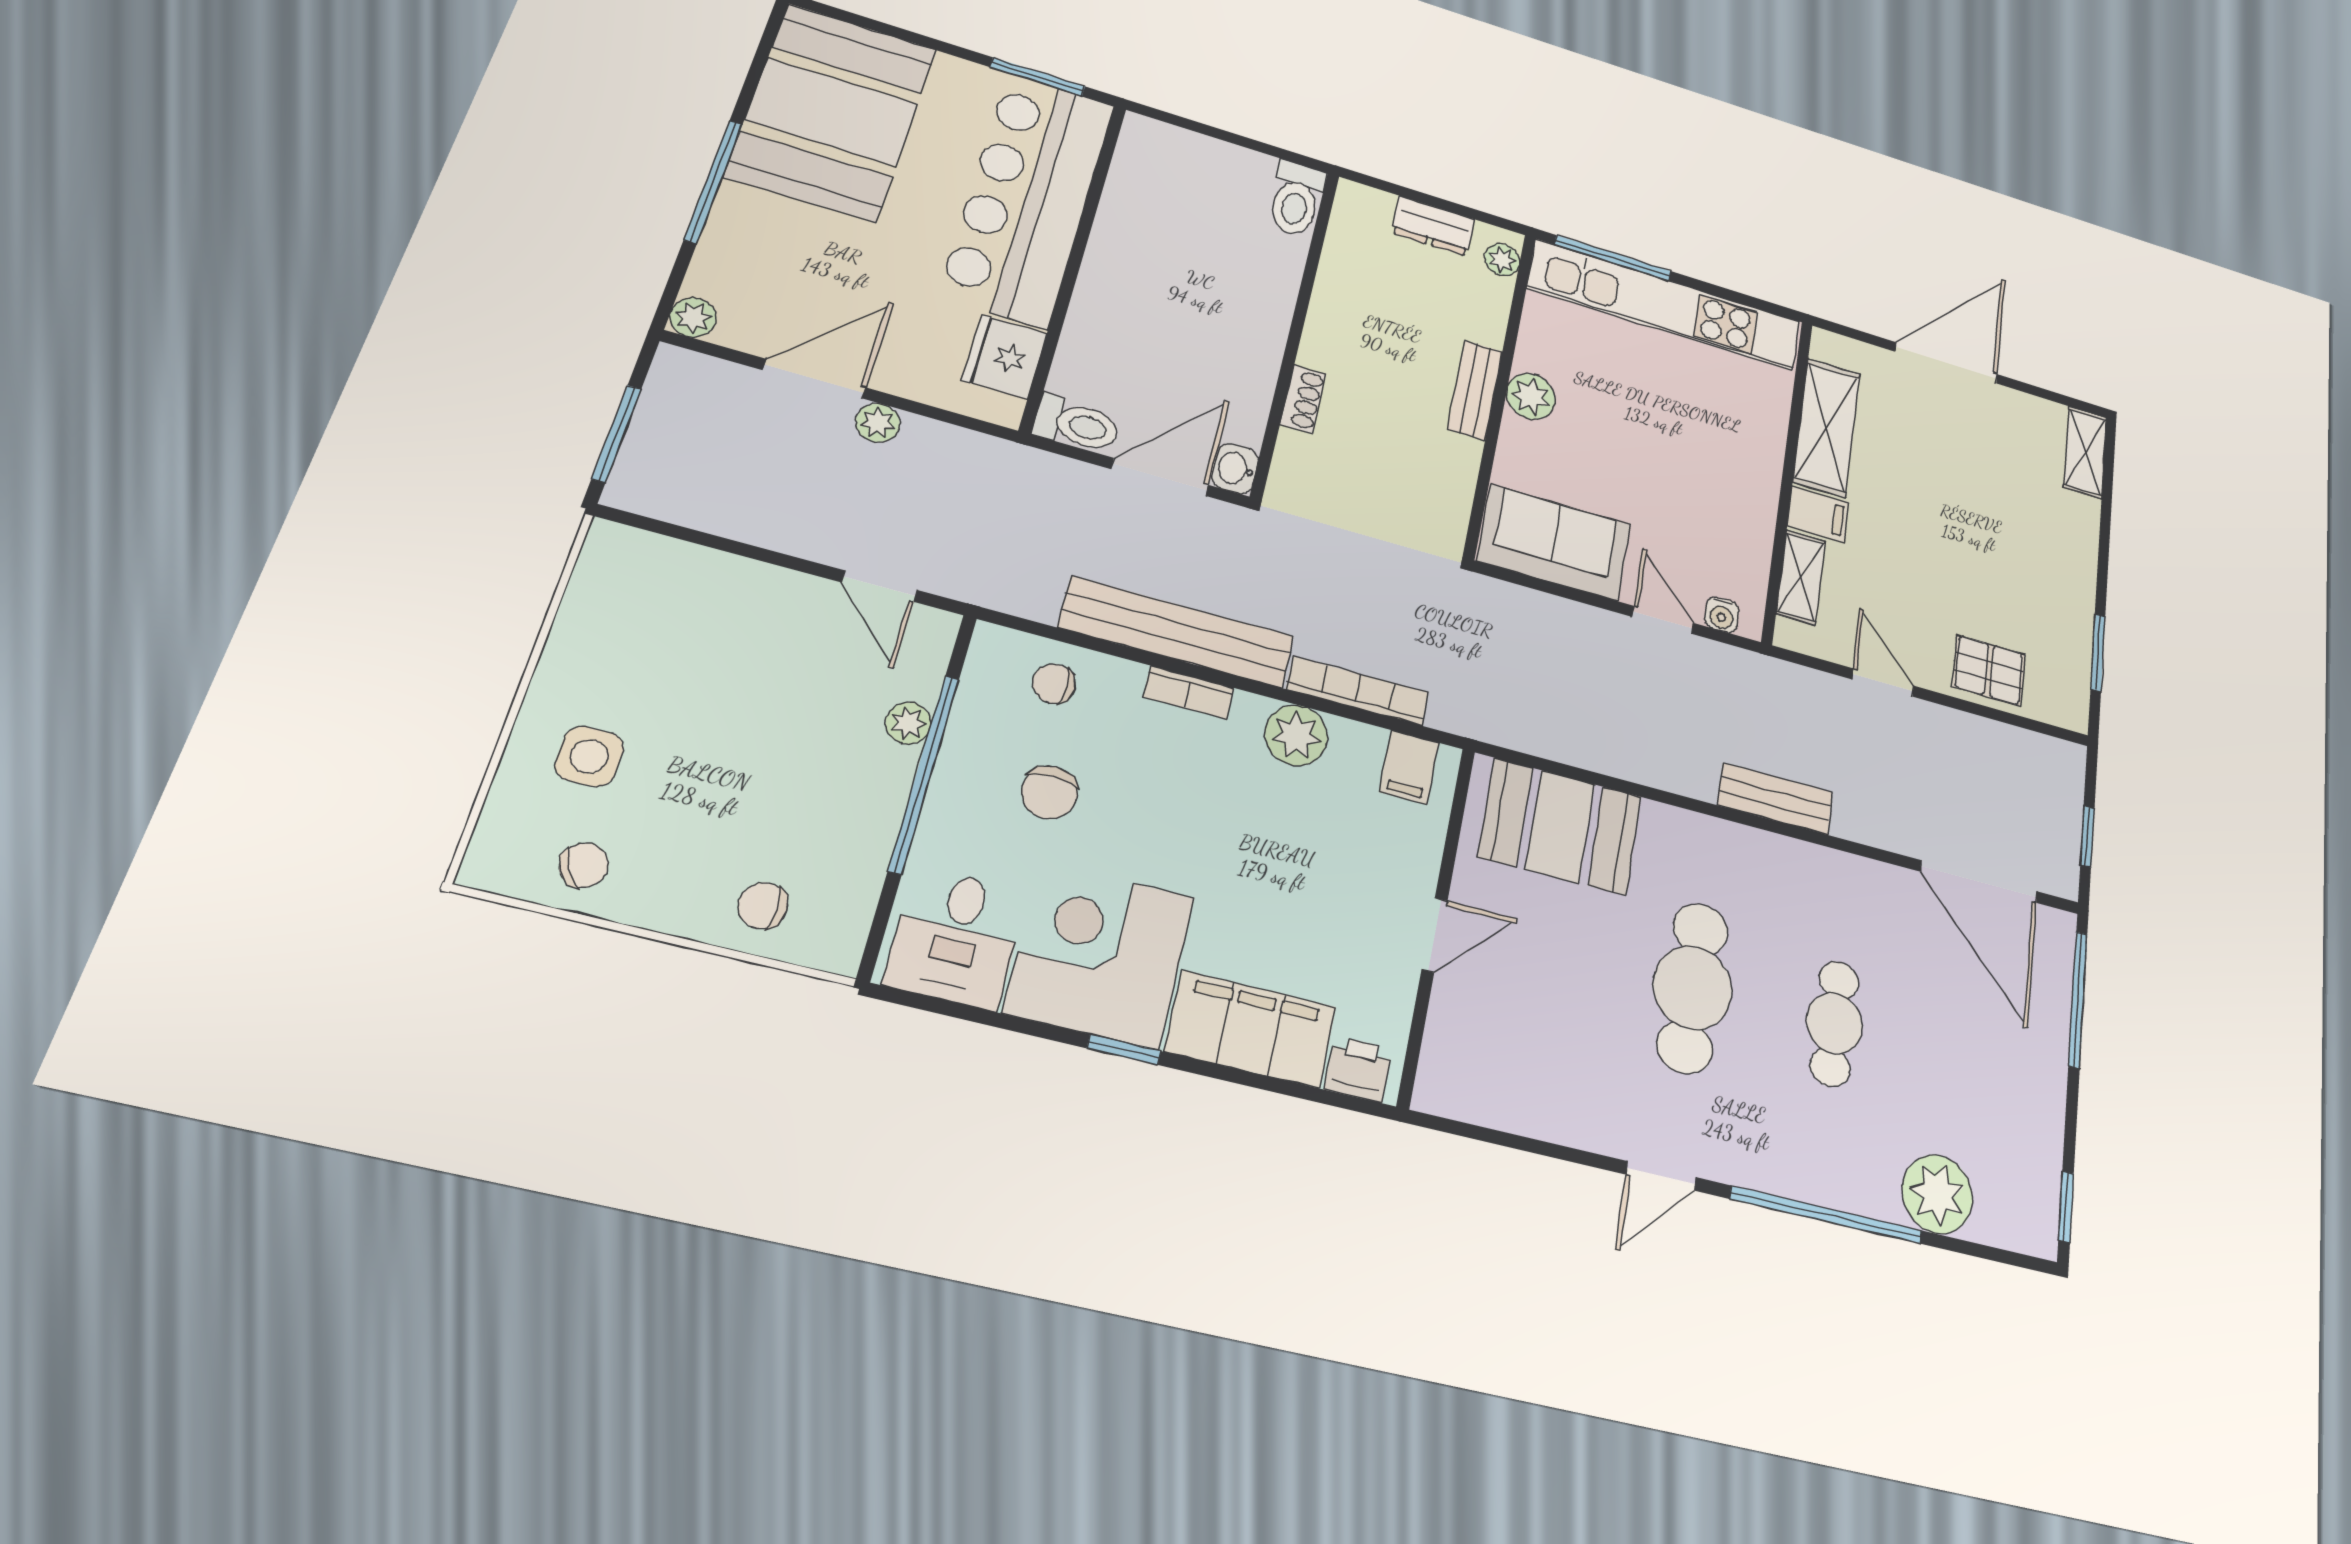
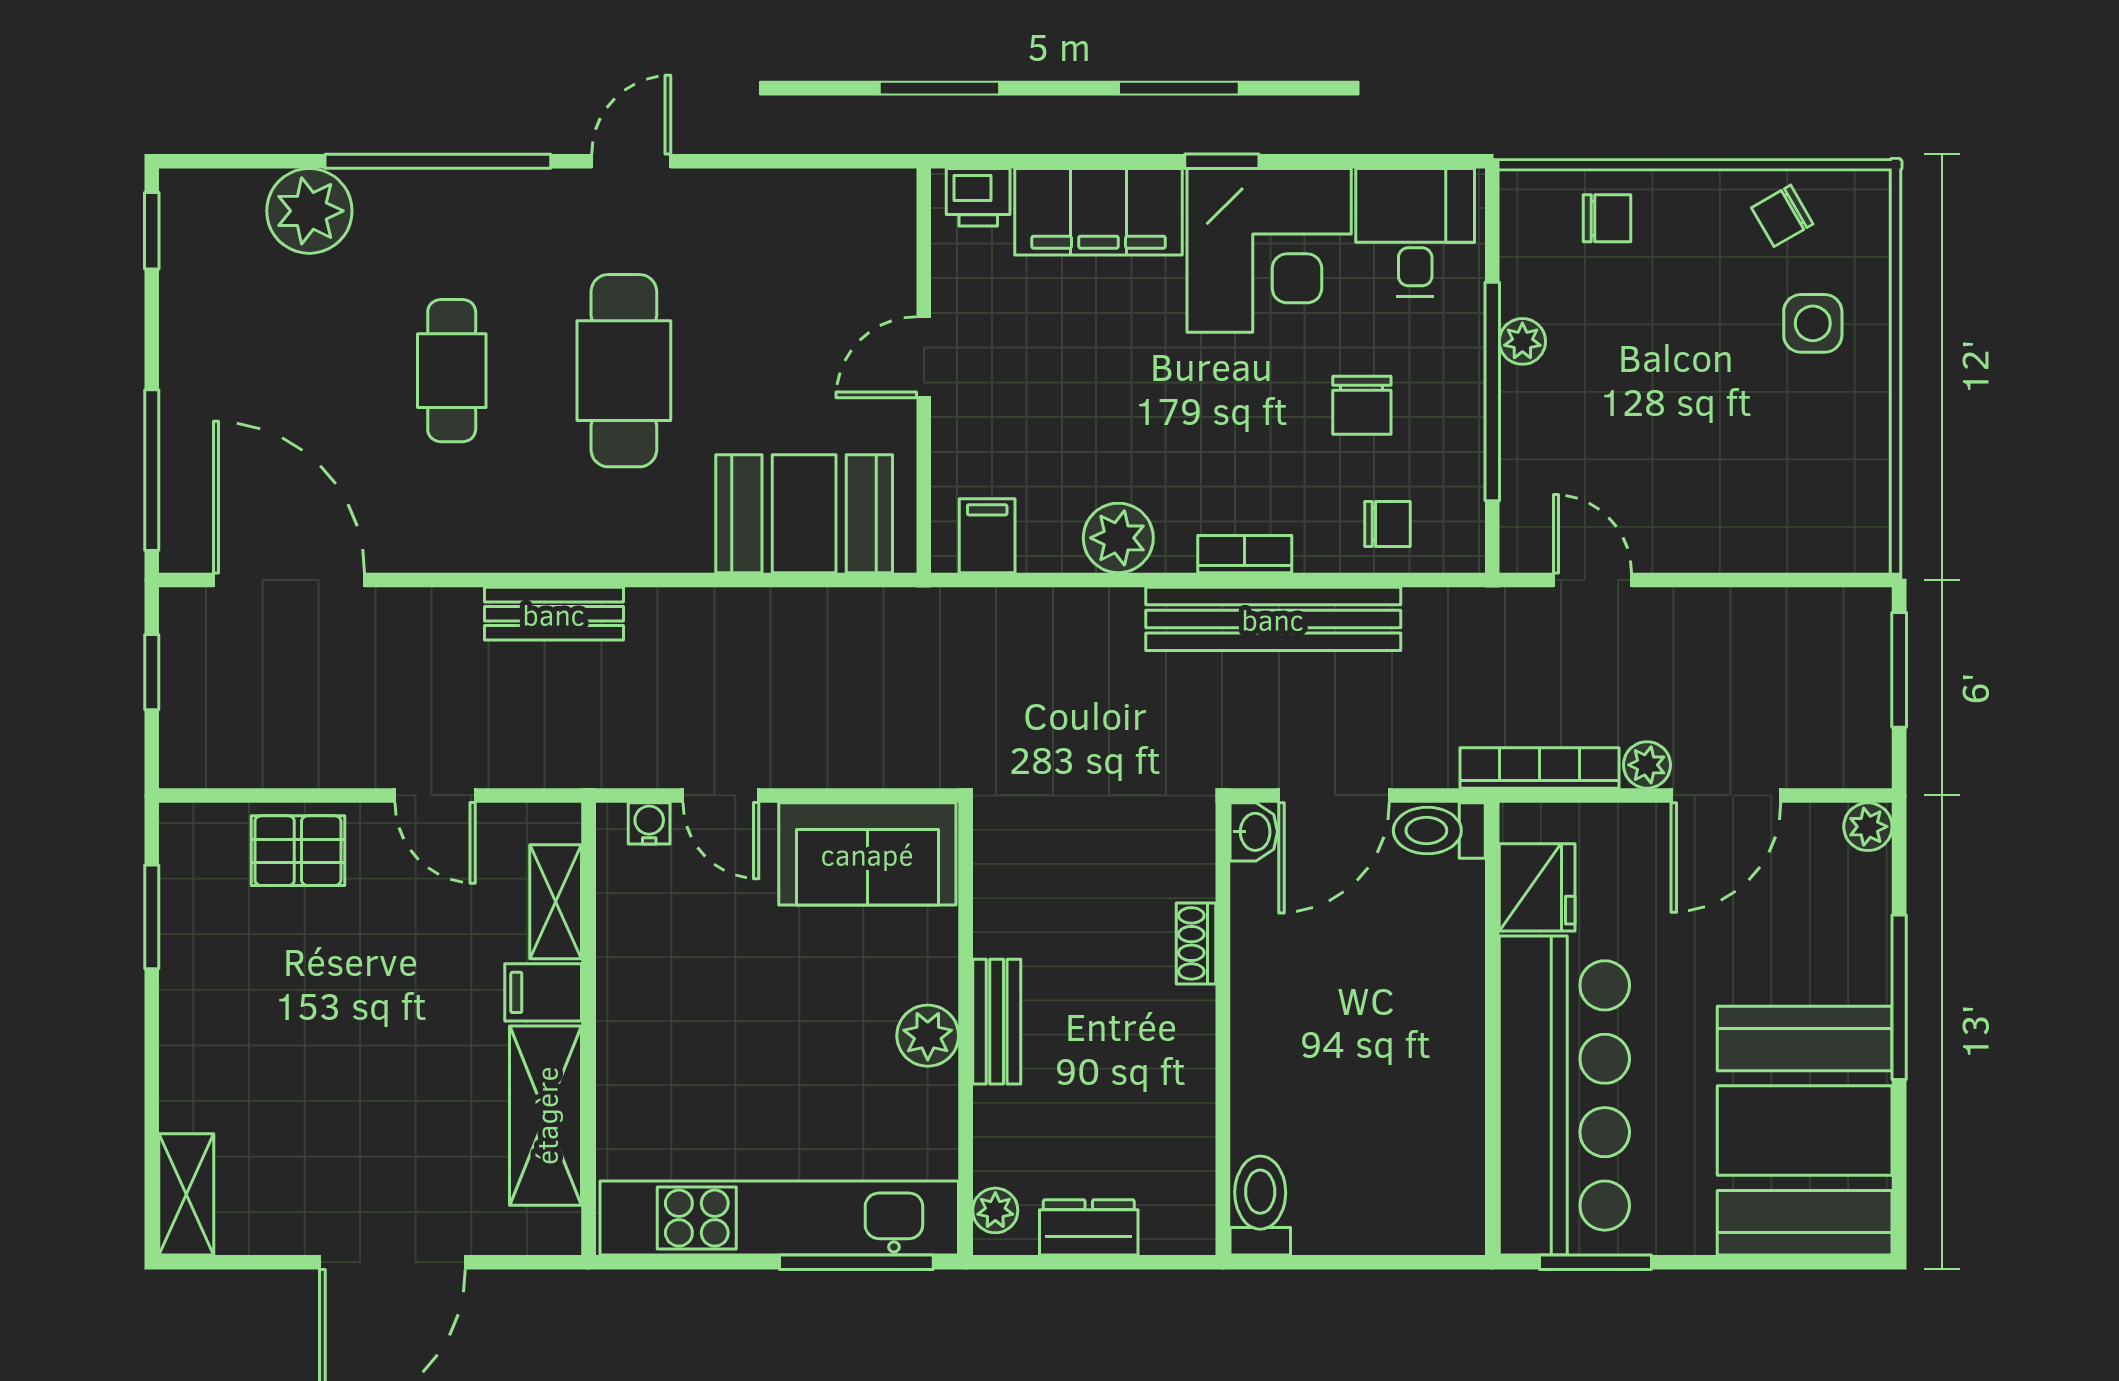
bookcase: (1358, 691) -> (1539, 768), moved, turned 180
plant: (908, 723) -> (1522, 341), moved
chair: (1050, 793) -> (1362, 405), turned 180

